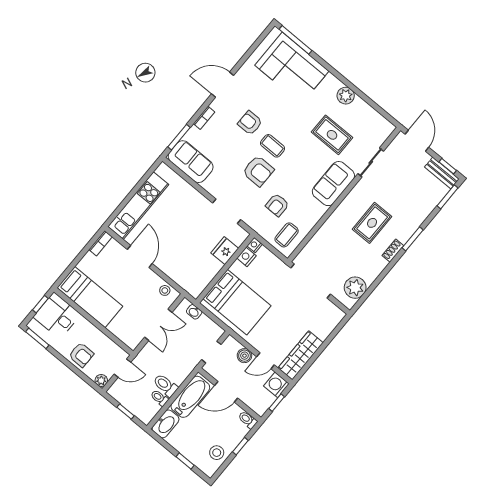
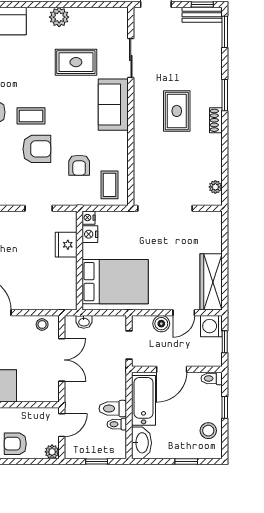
doorway: (227, 211) -> (39, 208), width x0.73
plant: (355, 288) -> (215, 187), width x0.53, depth x0.53
armchair: (81, 355) -> (15, 444), turned 180

